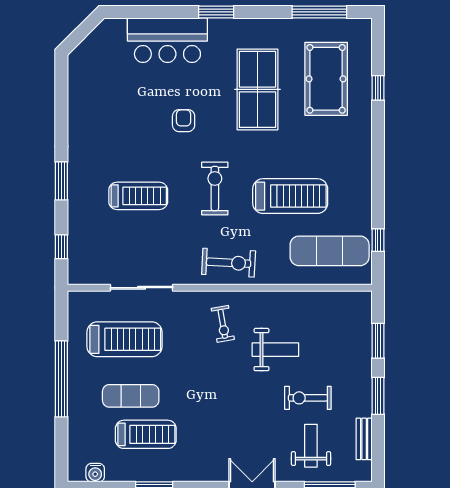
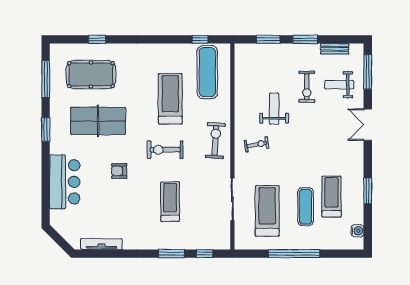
window: (216, 12) -> (46, 129), moved
tv unit: (76, 94) -> (101, 244), added
window: (61, 181) -> (171, 254), moved

